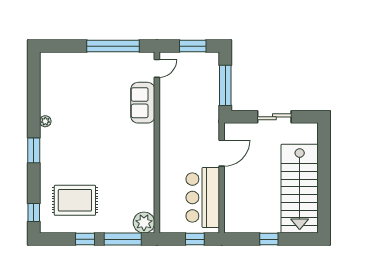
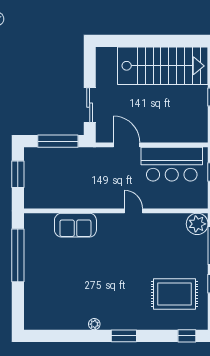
door: (157, 68) -> (134, 211), moved
sliding door: (274, 117) -> (90, 105), moved
rug: (75, 200) -> (175, 294), turned 90

